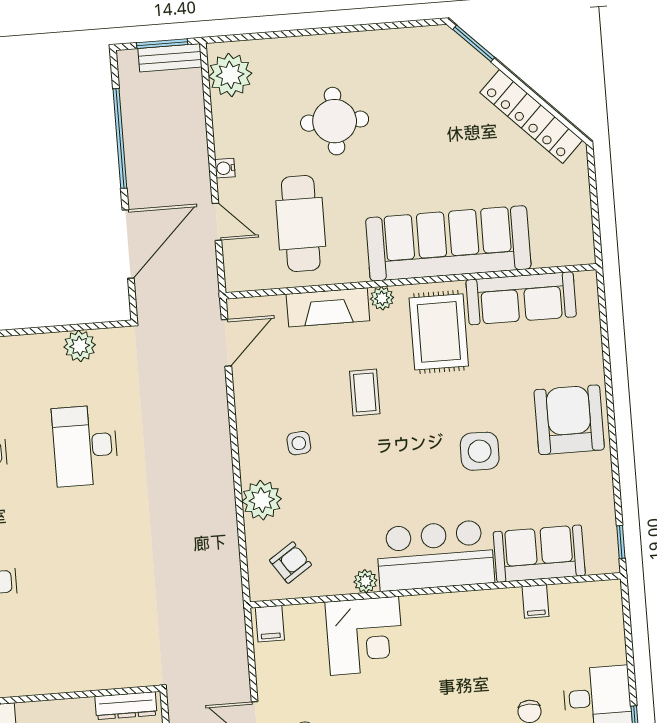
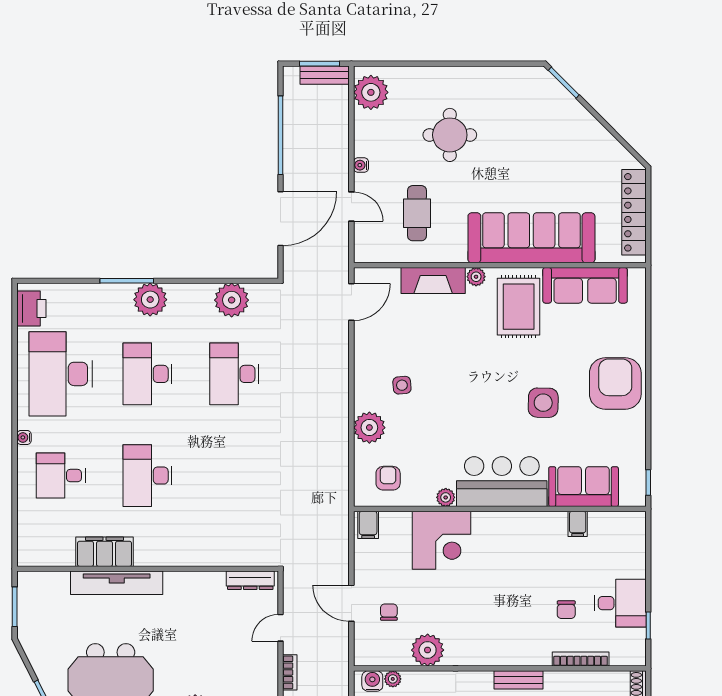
locker: (531, 116) -> (634, 212), moved, turned 45
cafe table: (301, 224) -> (417, 213), width x0.73, depth x0.74
plant: (80, 346) -> (232, 300), width x1.36, depth x1.36
coffee table: (365, 393) -> (457, 350), removed
armchair: (290, 563) -> (388, 478), turned -56

